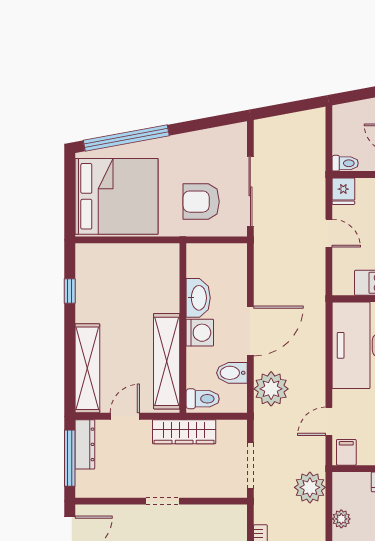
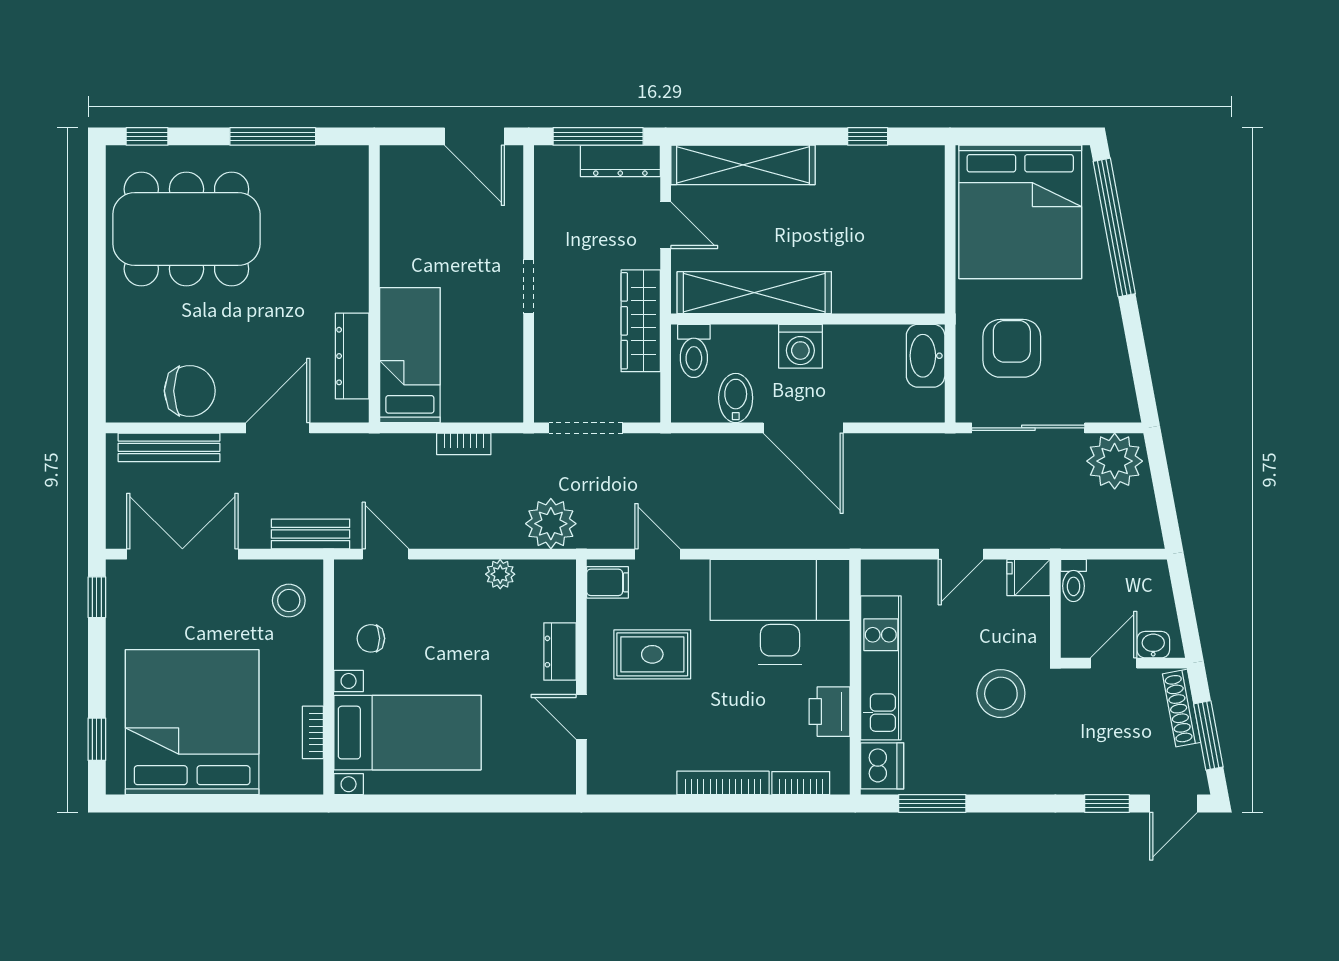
washbasin: (198, 298) -> (926, 356), moved, turned 90
plant: (271, 389) -> (1115, 461), moved

